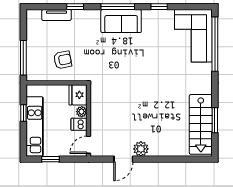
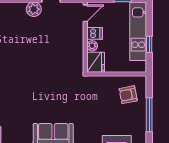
window: (23, 58) -> (149, 115), moved
armchair: (63, 60) -> (128, 95), moved

